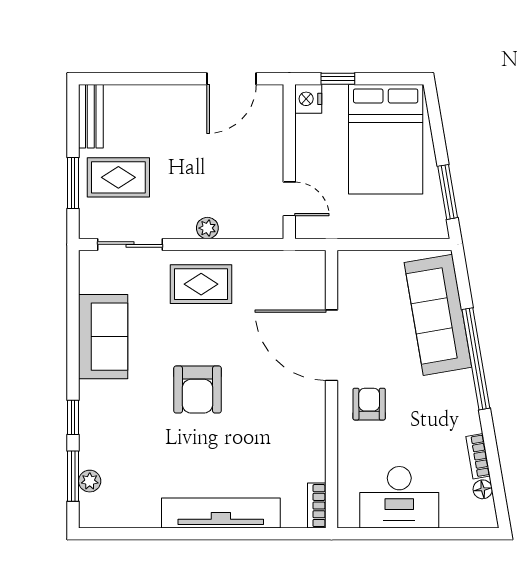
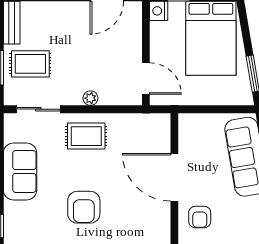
door: (289, 199) -> (146, 79), width x1.38
armchair: (369, 404) -> (200, 217), turned 180

